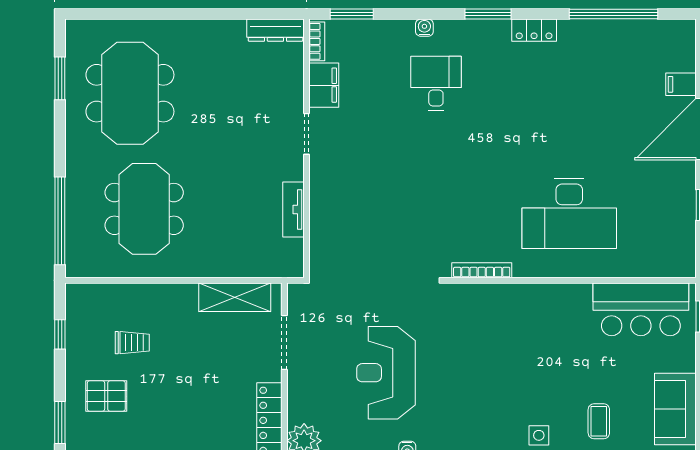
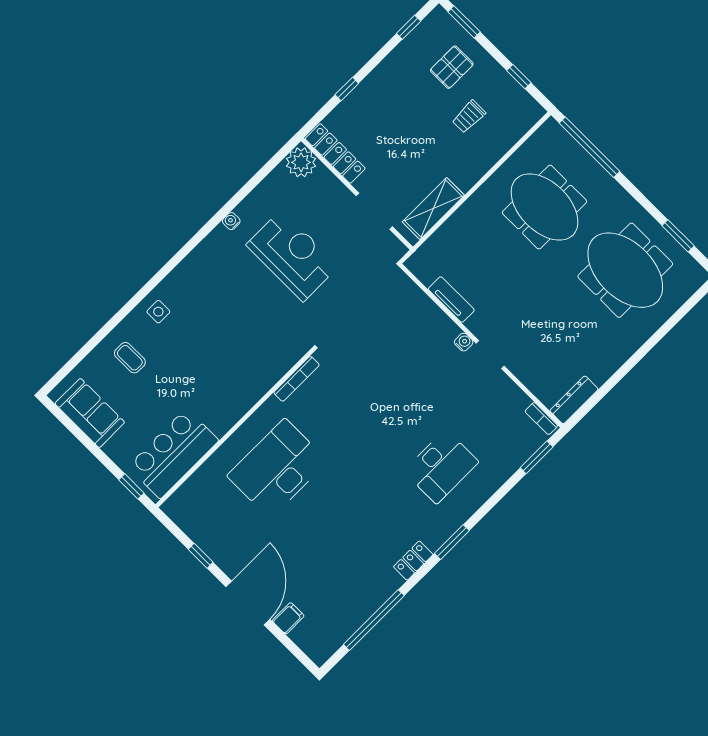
water cooler: (424, 28) -> (464, 342), moved, turned -90
desk: (436, 83) -> (441, 467), width x1.37
filing cabinet: (324, 85) -> (510, 396), removed

